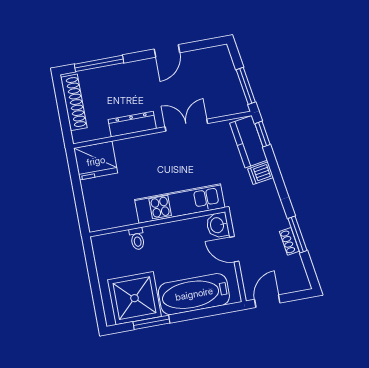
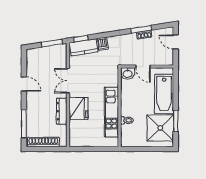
fridge: (96, 161) -> (78, 108), moved
kitchen unit: (180, 203) -> (111, 112), moved
door: (234, 249) -> (143, 67), hinge flipped
door: (267, 301) -> (176, 42), moved

